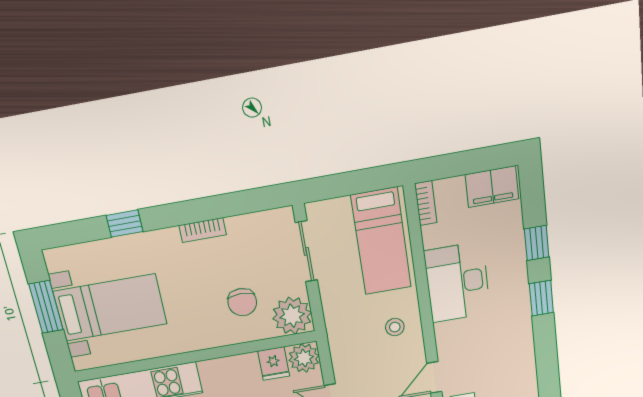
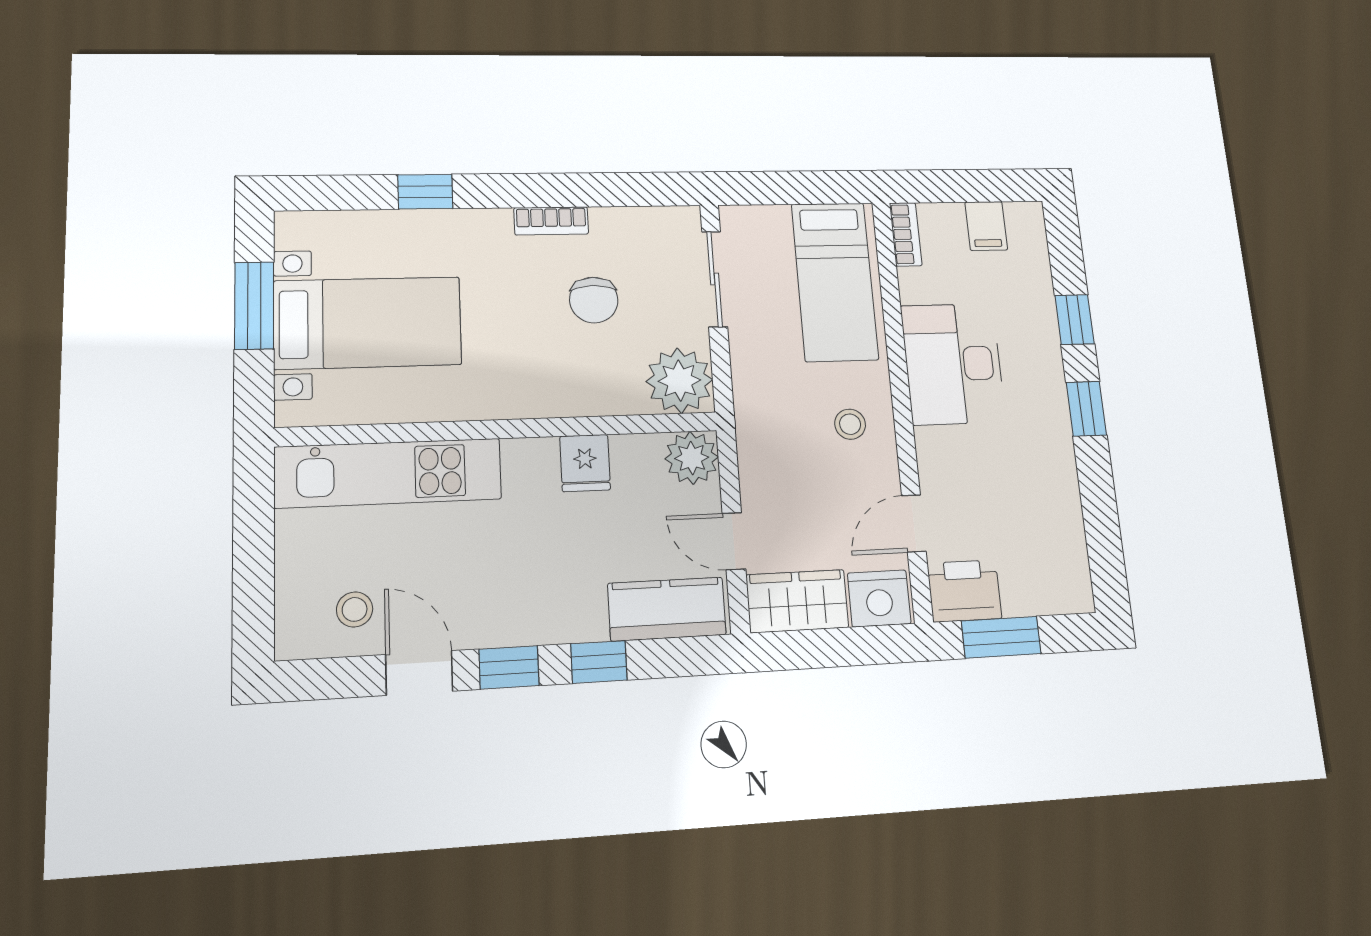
filing cabinet: (492, 187) -> (986, 226), width x0.50
chair: (242, 302) -> (594, 300), moved
fridge: (274, 364) -> (585, 463), moved

